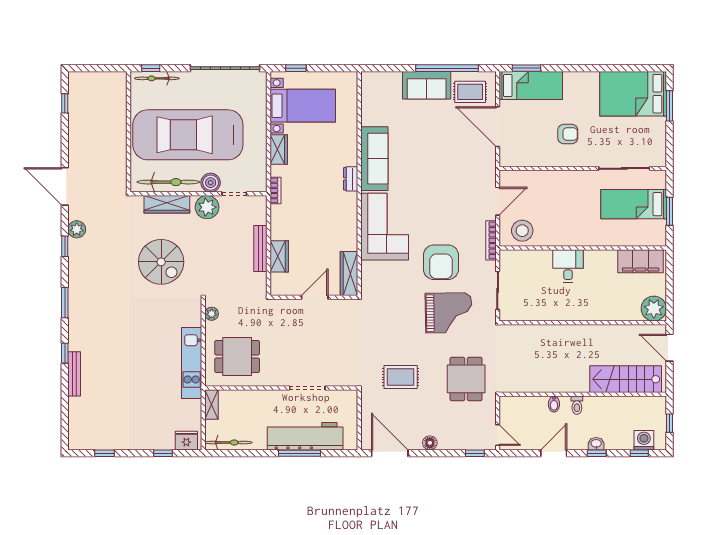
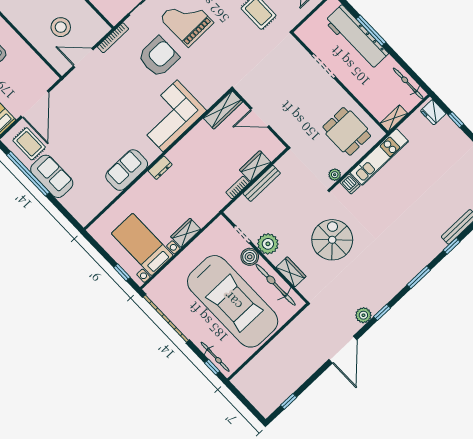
sofa: (374, 159) -> (127, 170), width x0.73
bookcase: (275, 190) -> (238, 187), moved
wardrobe: (167, 204) -> (291, 272), width x0.67
stool: (522, 231) -> (61, 27), moved
dishwasher: (192, 319) -> (350, 184), added

